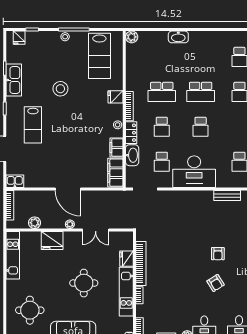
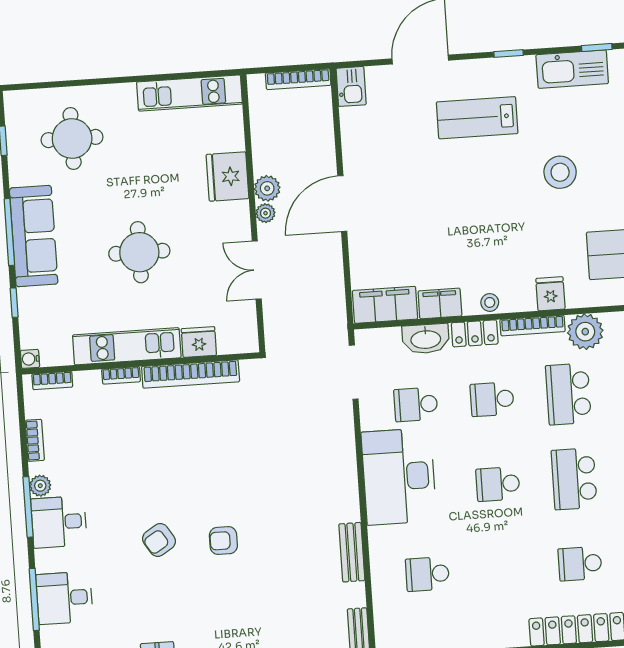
plant: (134, 82) -> (585, 332), added
plant: (35, 223) -> (267, 188), moved

